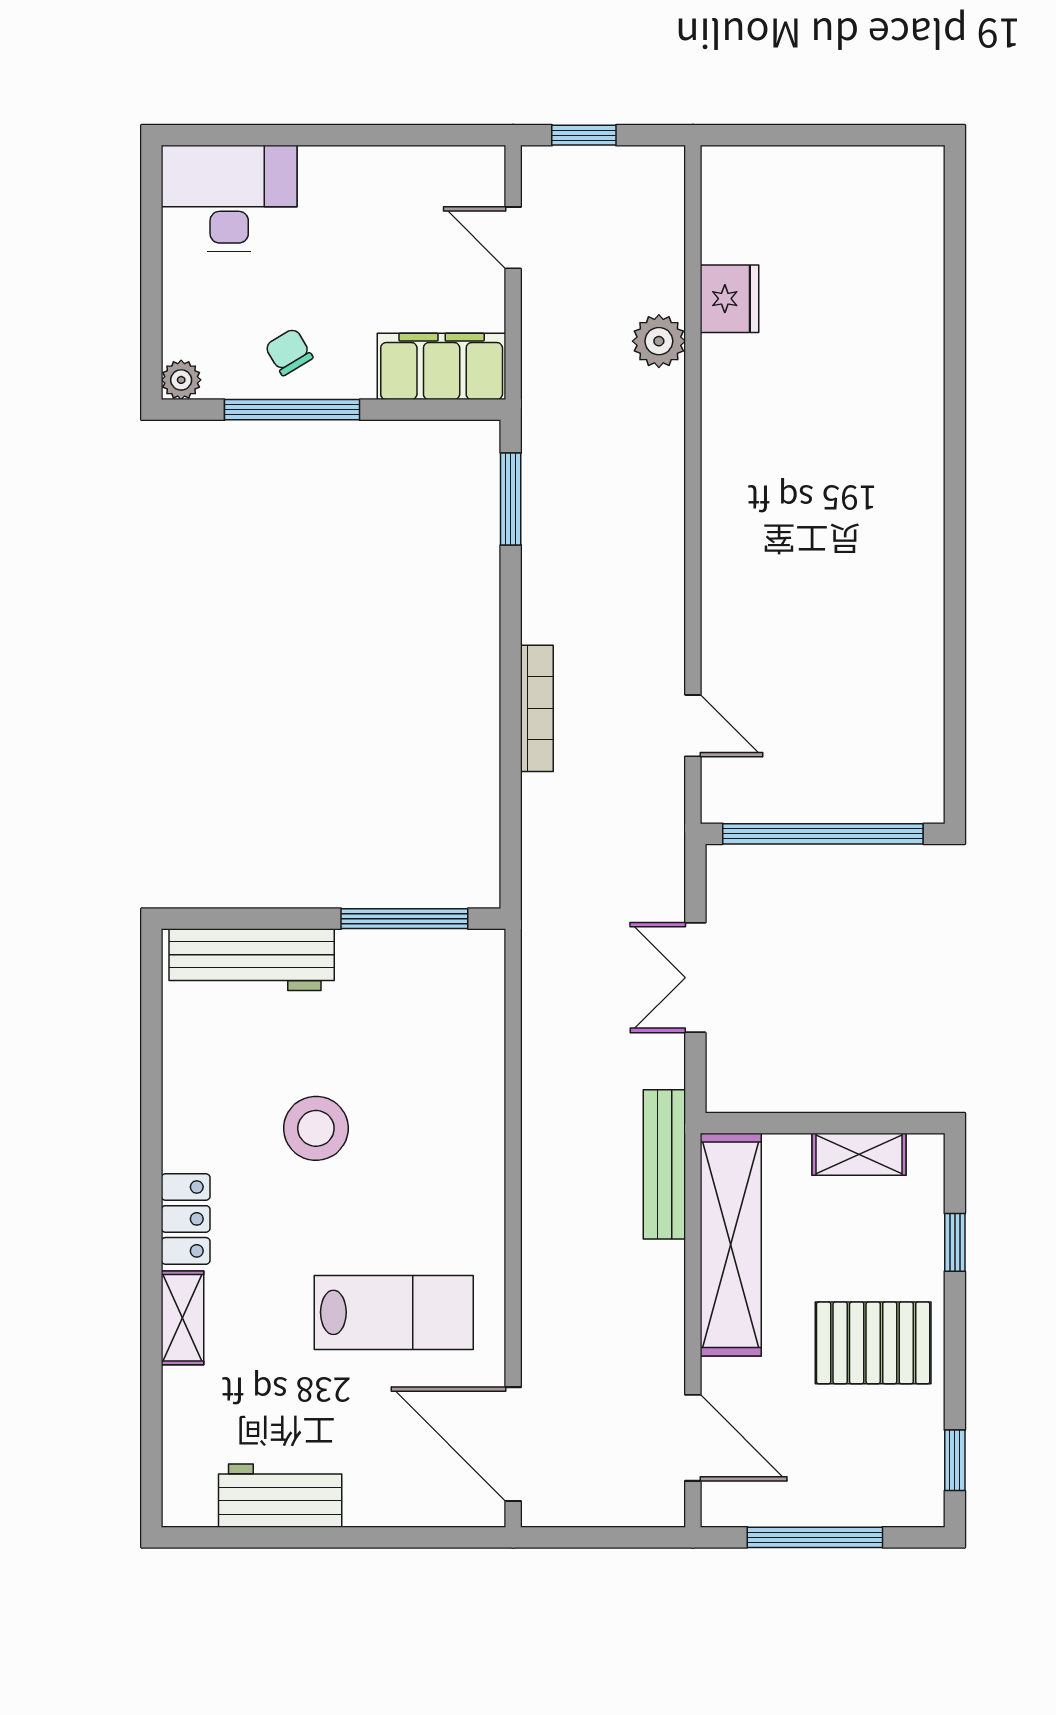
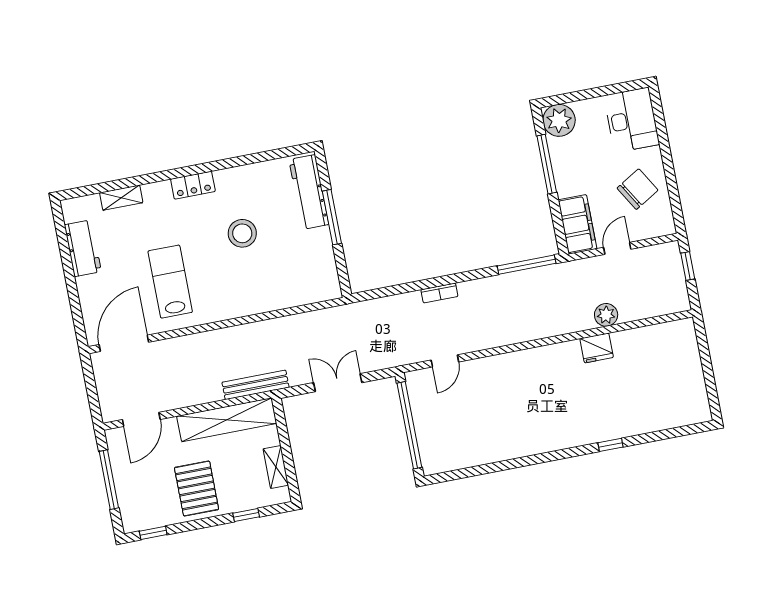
door: (513, 238) -> (617, 248), moved
fridge: (729, 299) -> (597, 348), moved
chair: (289, 352) -> (638, 189), moved, width x1.87, depth x1.87
plant: (181, 380) -> (559, 120), width x1.88, depth x1.88
window: (955, 387) -> (611, 445), added
window: (511, 499) -> (527, 265), width x1.44
bookcase: (537, 708) -> (439, 293), width x0.64
window: (404, 919) -> (332, 217), moved
lab bench: (394, 1312) -> (170, 282), turned 180
shelving: (183, 1318) -> (121, 198), moved

